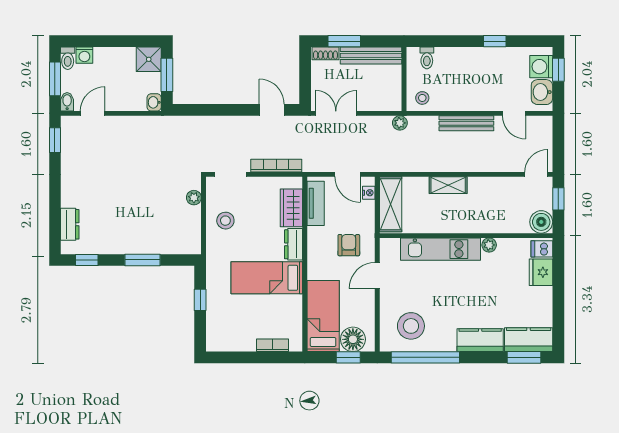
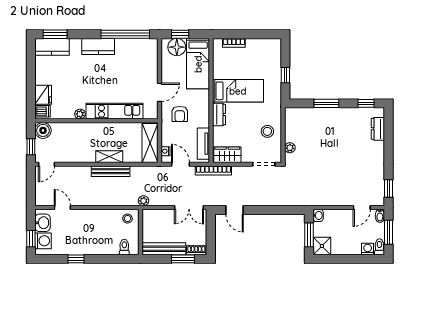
bench: (466, 123) -> (111, 171), moved
bookcase: (276, 166) -> (213, 170), moved
wardrobe: (291, 208) -> (227, 155), moved, turned -90
stool: (411, 326) -> (136, 57), removed
kitchen counter: (480, 340) -> (98, 46), moved

